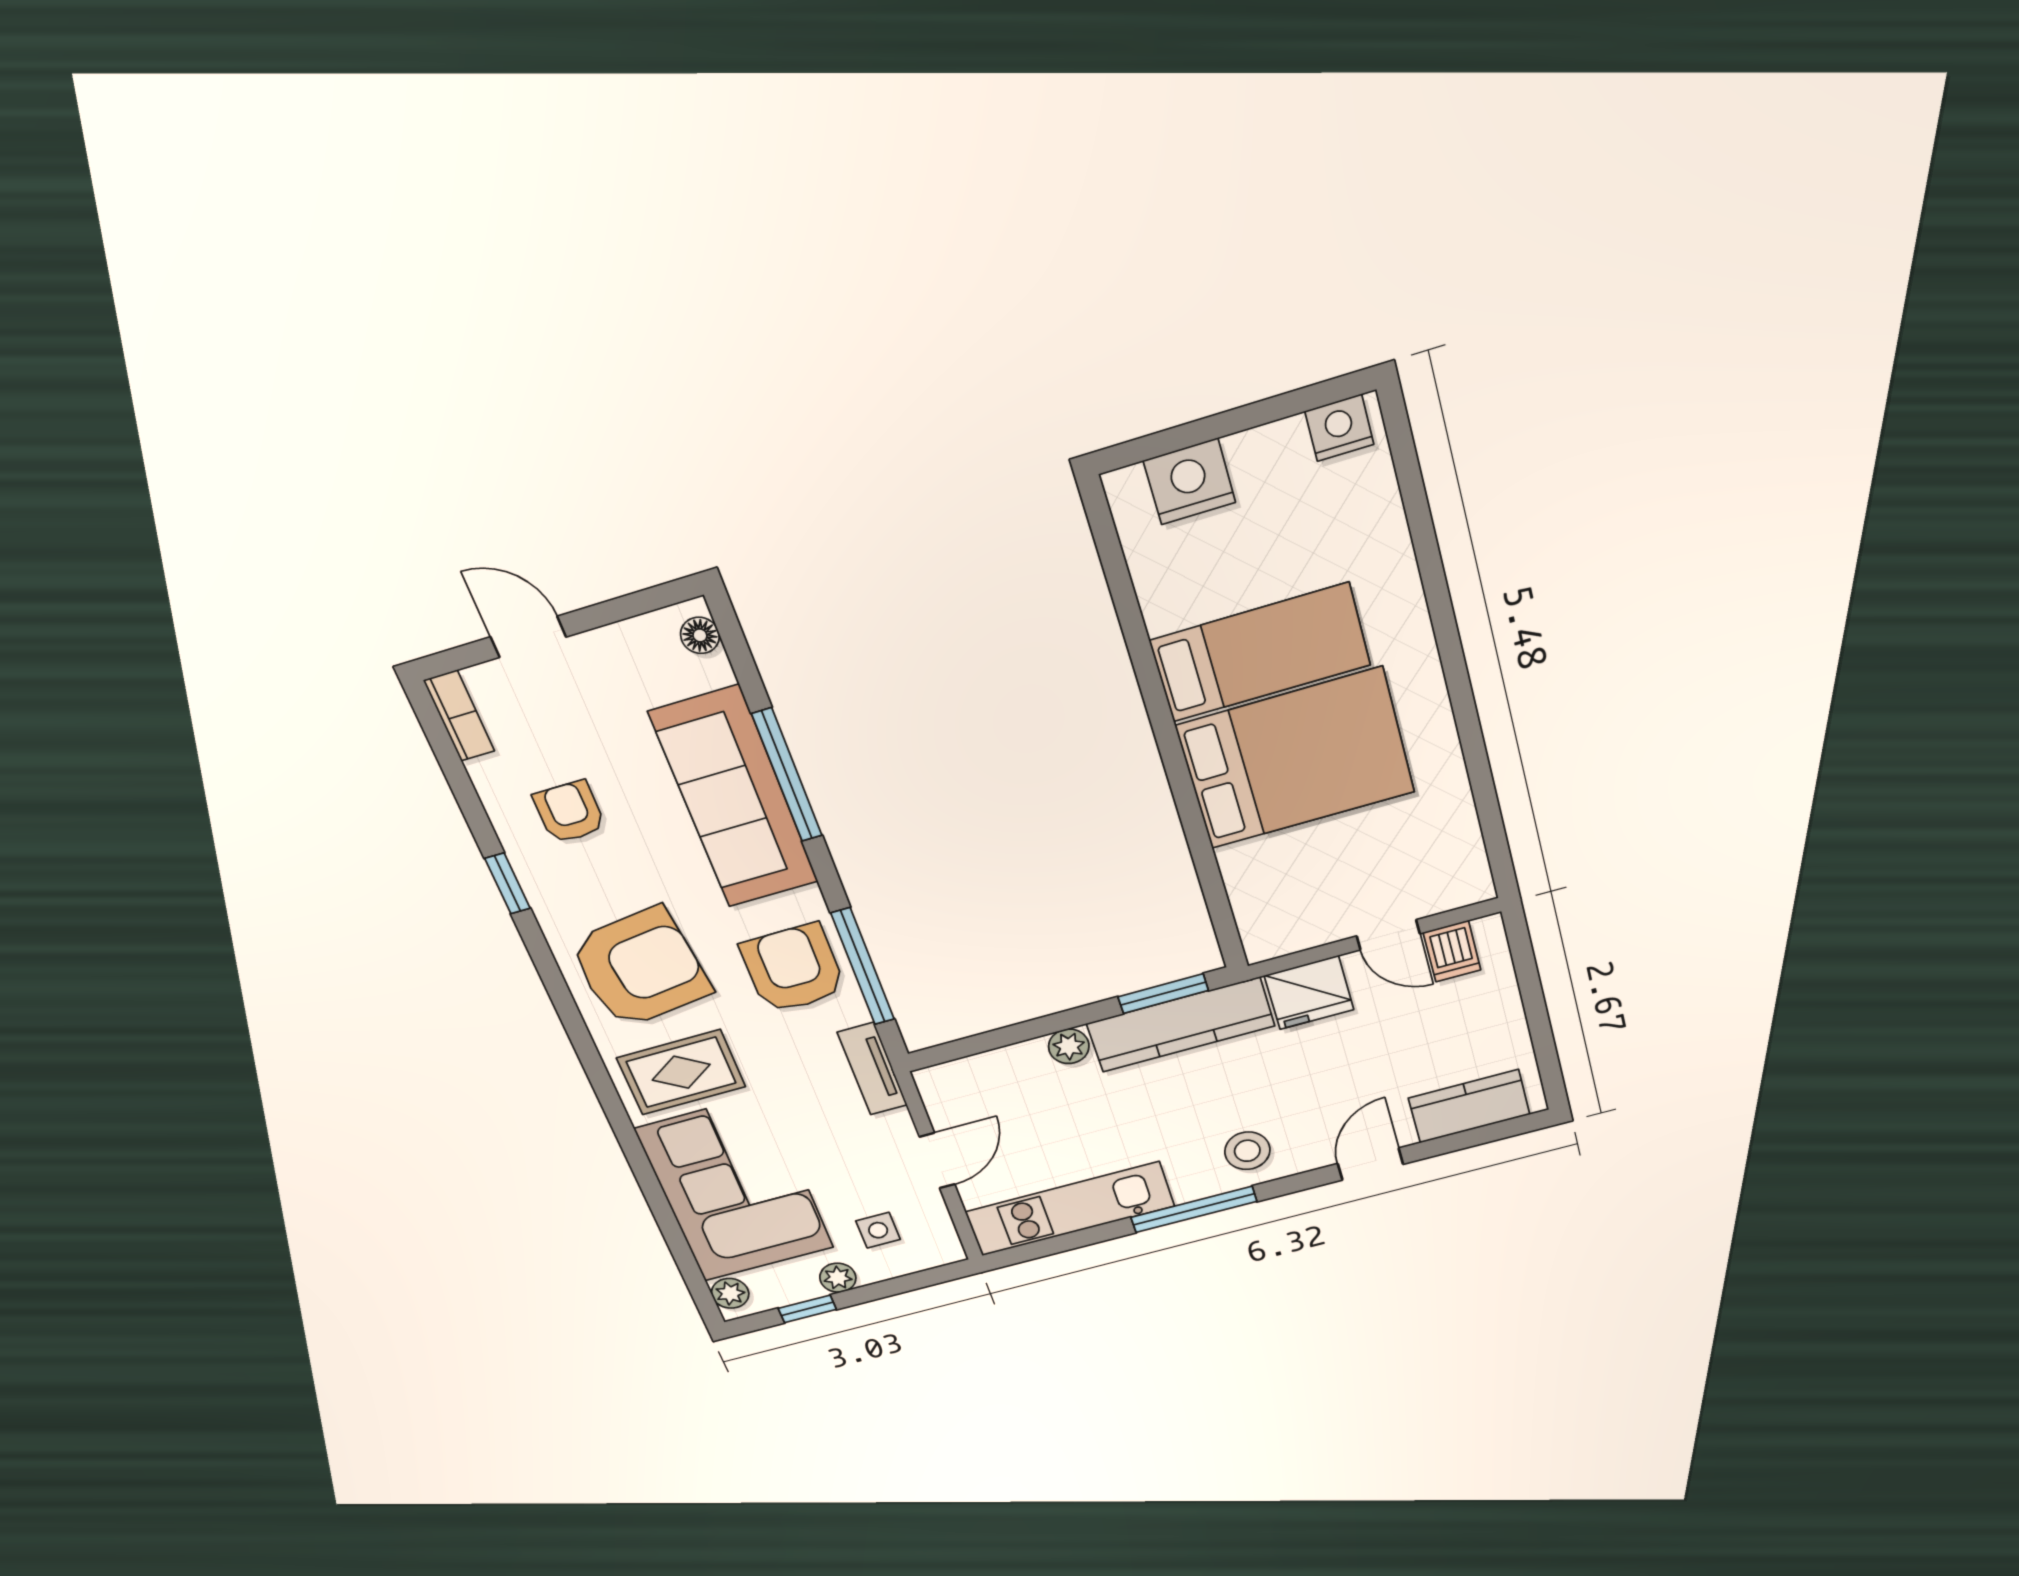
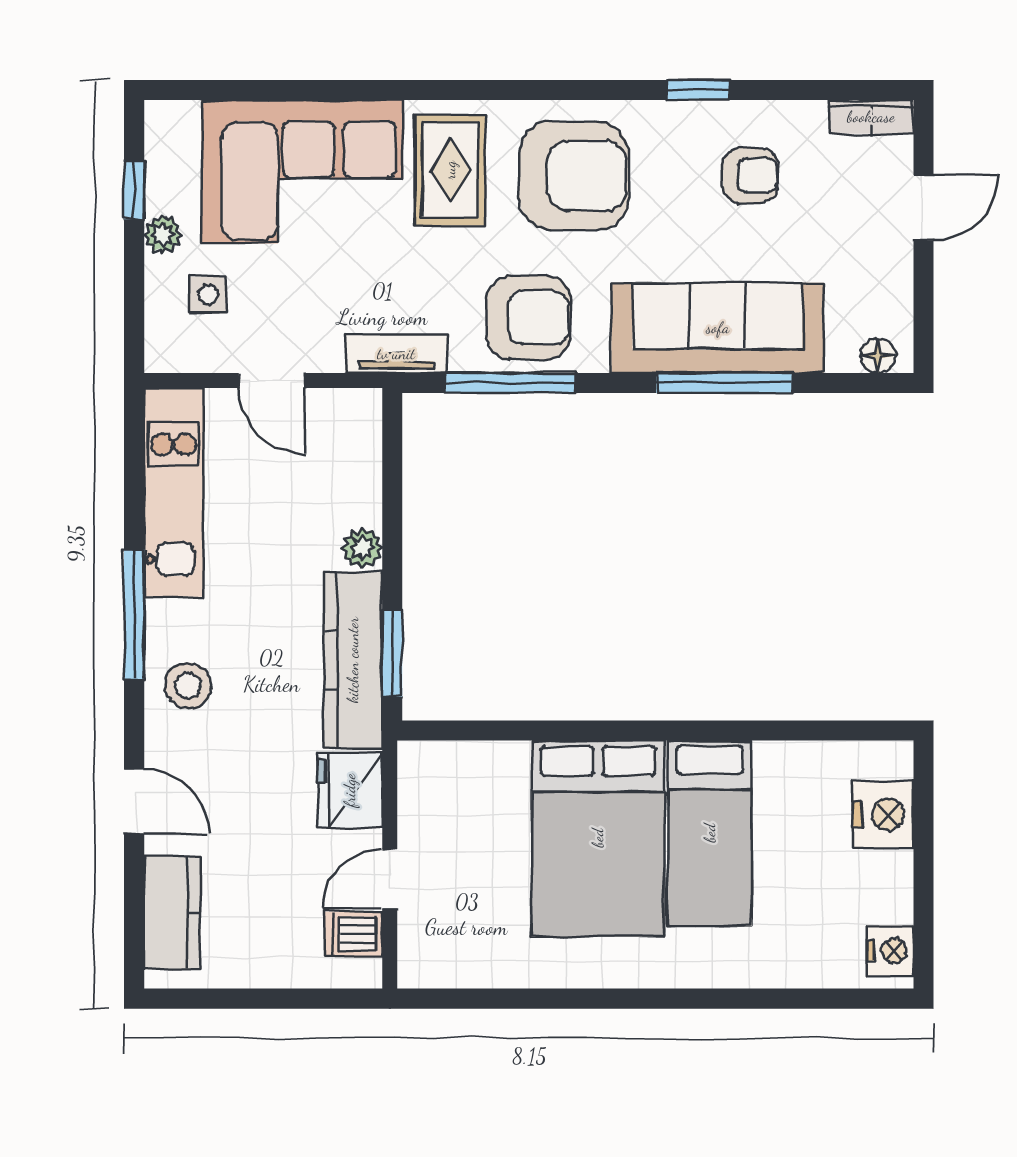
armchair: (640, 968) -> (574, 176), turned -83
plant: (730, 1293) -> (178, 120), removed

